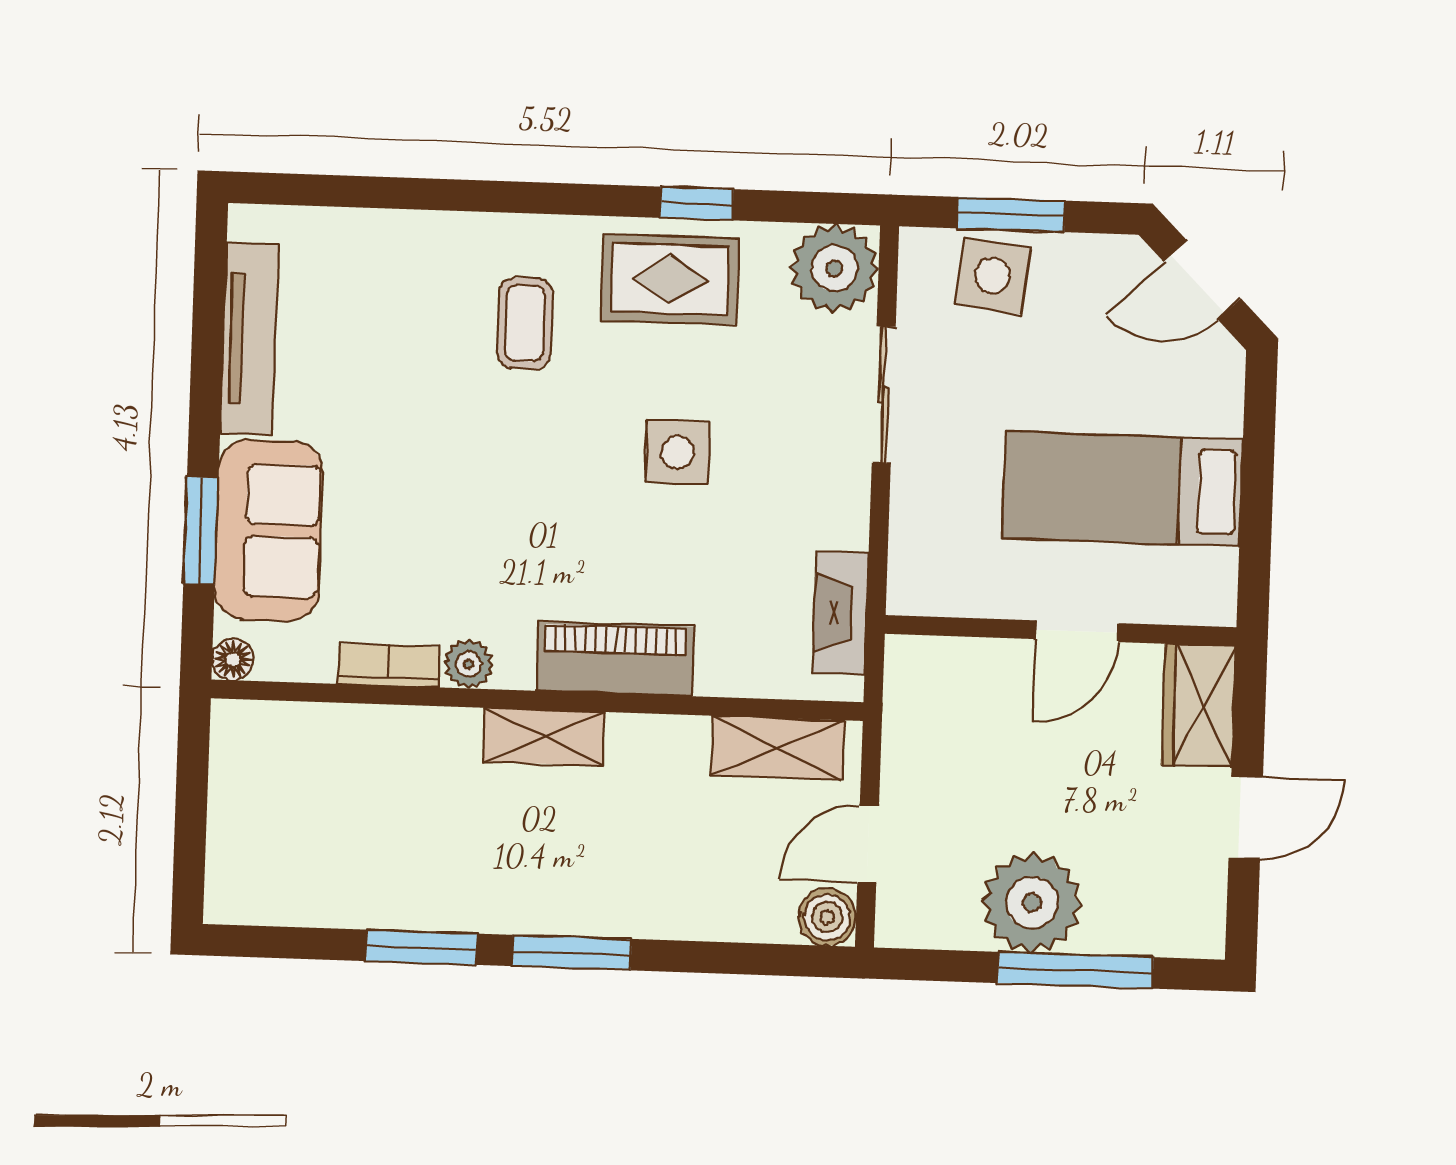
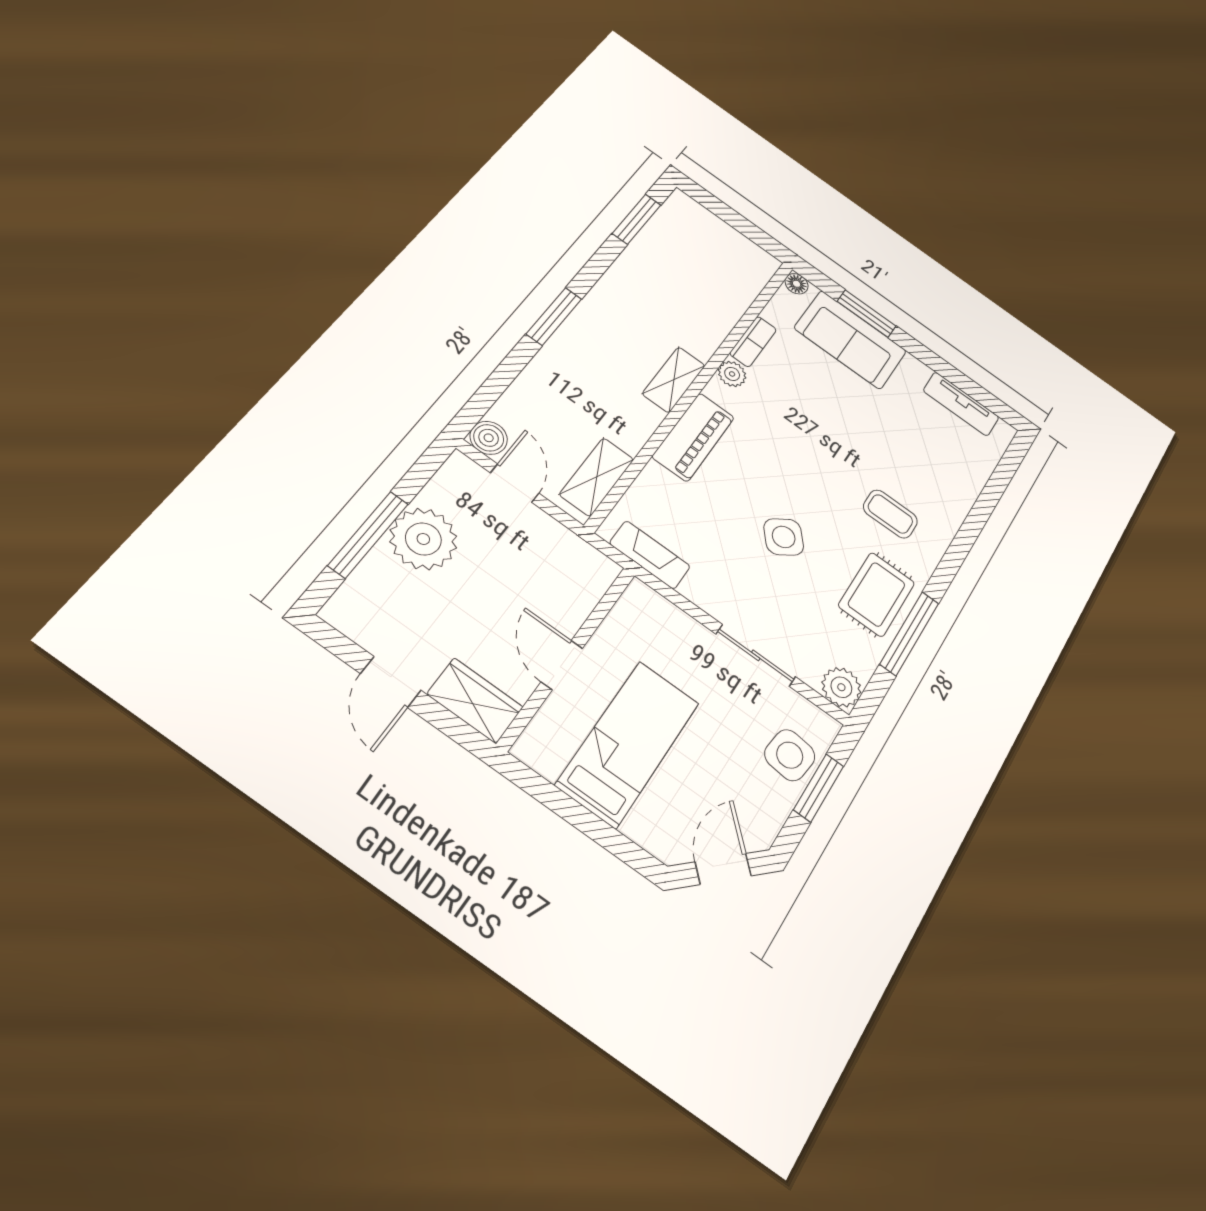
window: (697, 203) -> (909, 634), width x2.17
plant: (834, 268) -> (841, 687), width x0.73, depth x0.73
tv unit: (249, 339) -> (961, 404), width x0.71
side table: (678, 452) -> (784, 537), turned -38
window: (422, 947) -> (637, 219), moved

